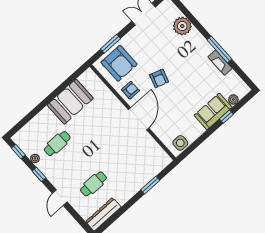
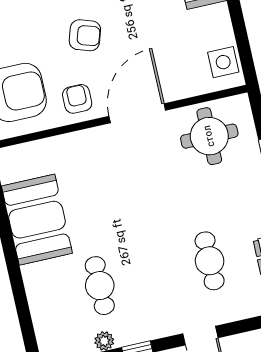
door: (139, 119) -> (137, 113), hinge flipped
round table: (146, 155) -> (209, 136), added

